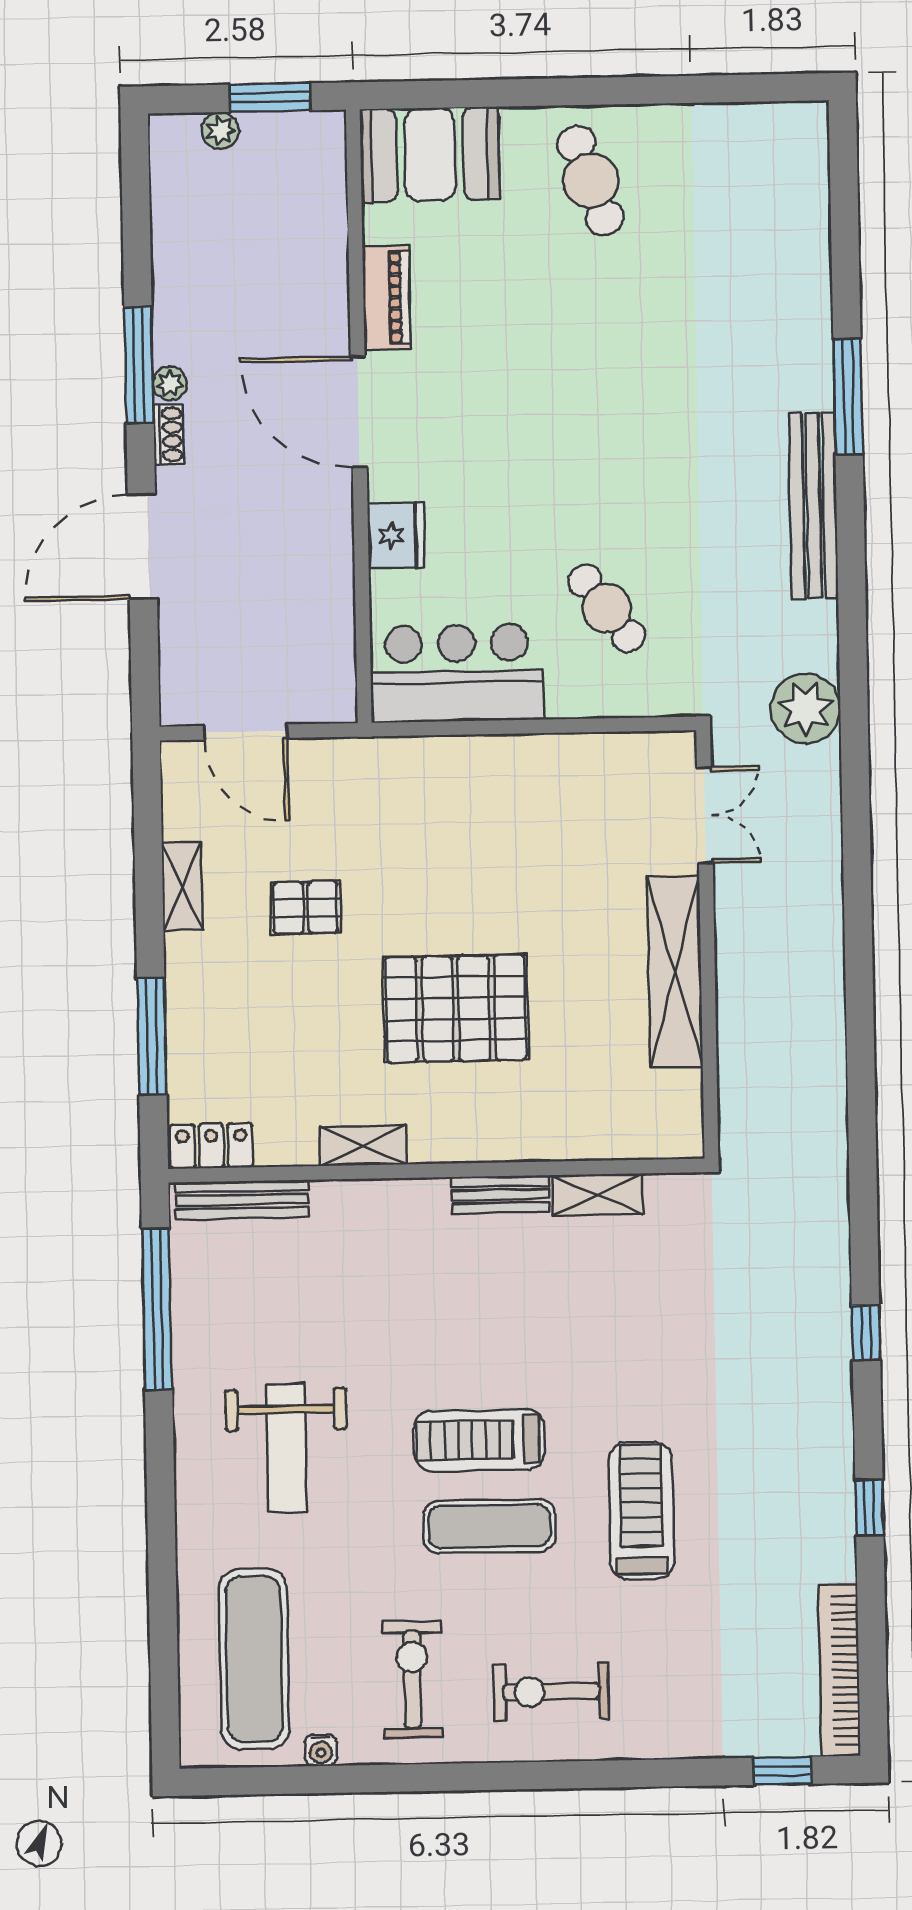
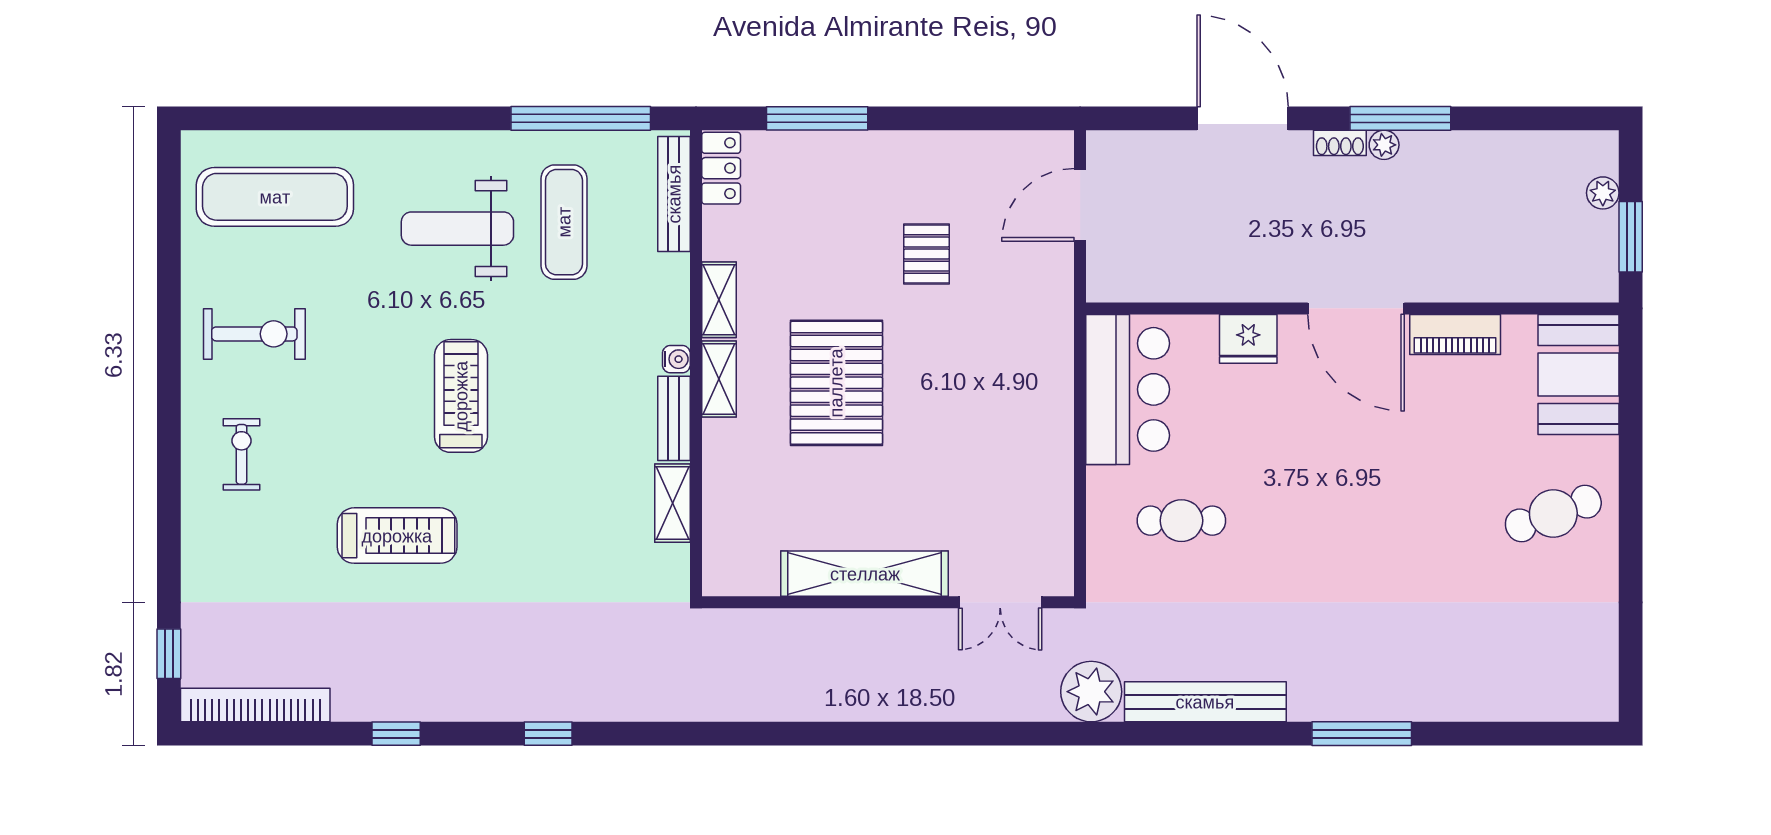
door: (359, 412) -> (1356, 308), swing flipped
bench: (813, 506) -> (1205, 702), moved
cafe table: (607, 608) -> (1181, 521), turned 37
shelving: (182, 887) -> (719, 379), moved, turned 90
exercise mat: (489, 1526) -> (564, 222), moved
exercise bike: (551, 1692) -> (242, 454), width x0.73, depth x0.72
water cooler: (321, 1750) -> (676, 359), moved, turned 180

